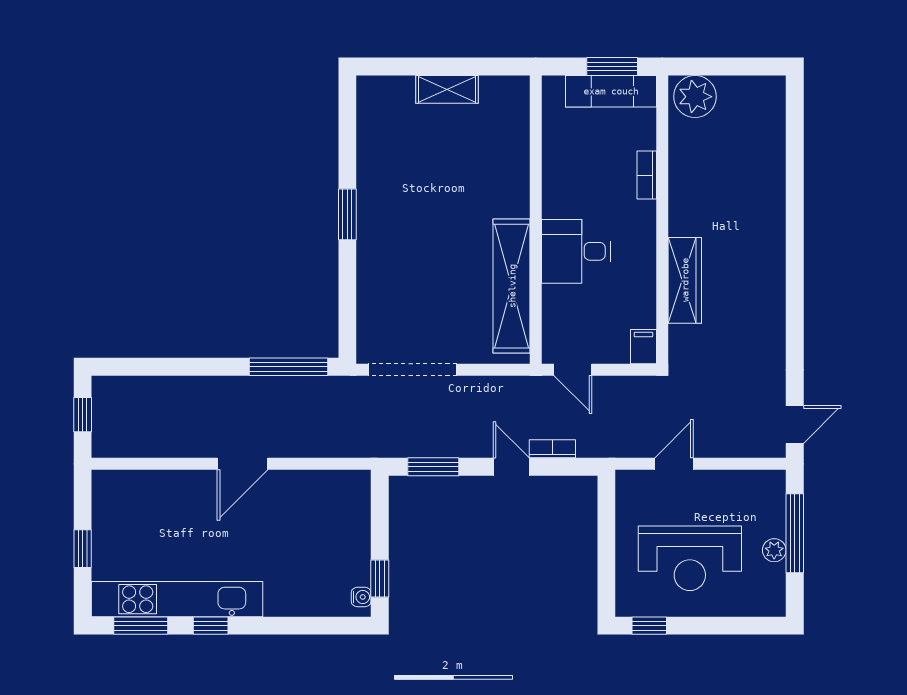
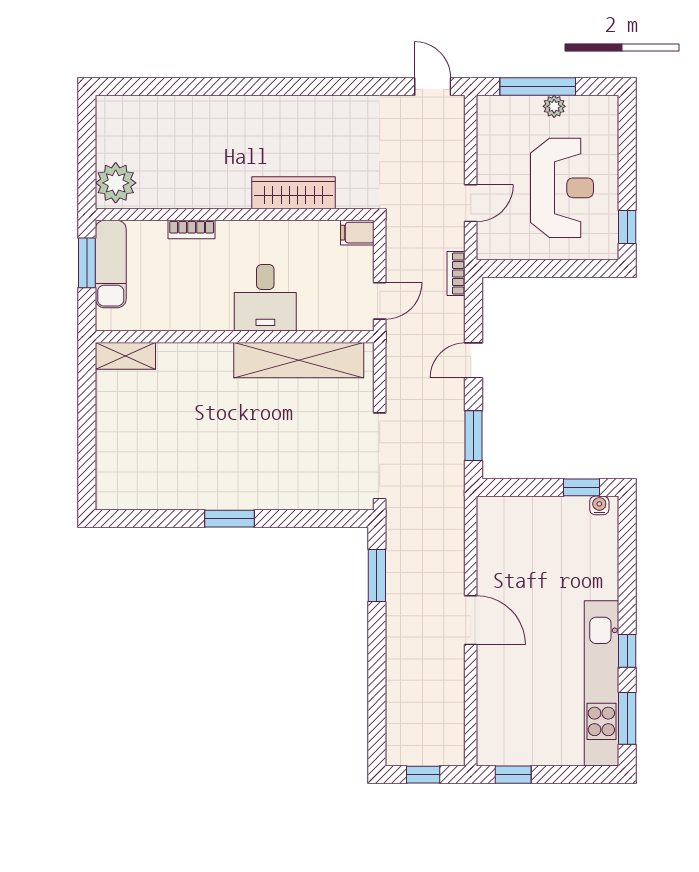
shelving: (447, 89) -> (125, 356), moved, turned 90
window: (289, 367) -> (377, 576), width x0.69
bookcase: (552, 449) -> (456, 274), moved
door: (674, 464) -> (471, 203), swing flipped
window: (83, 549) -> (513, 775), moved

